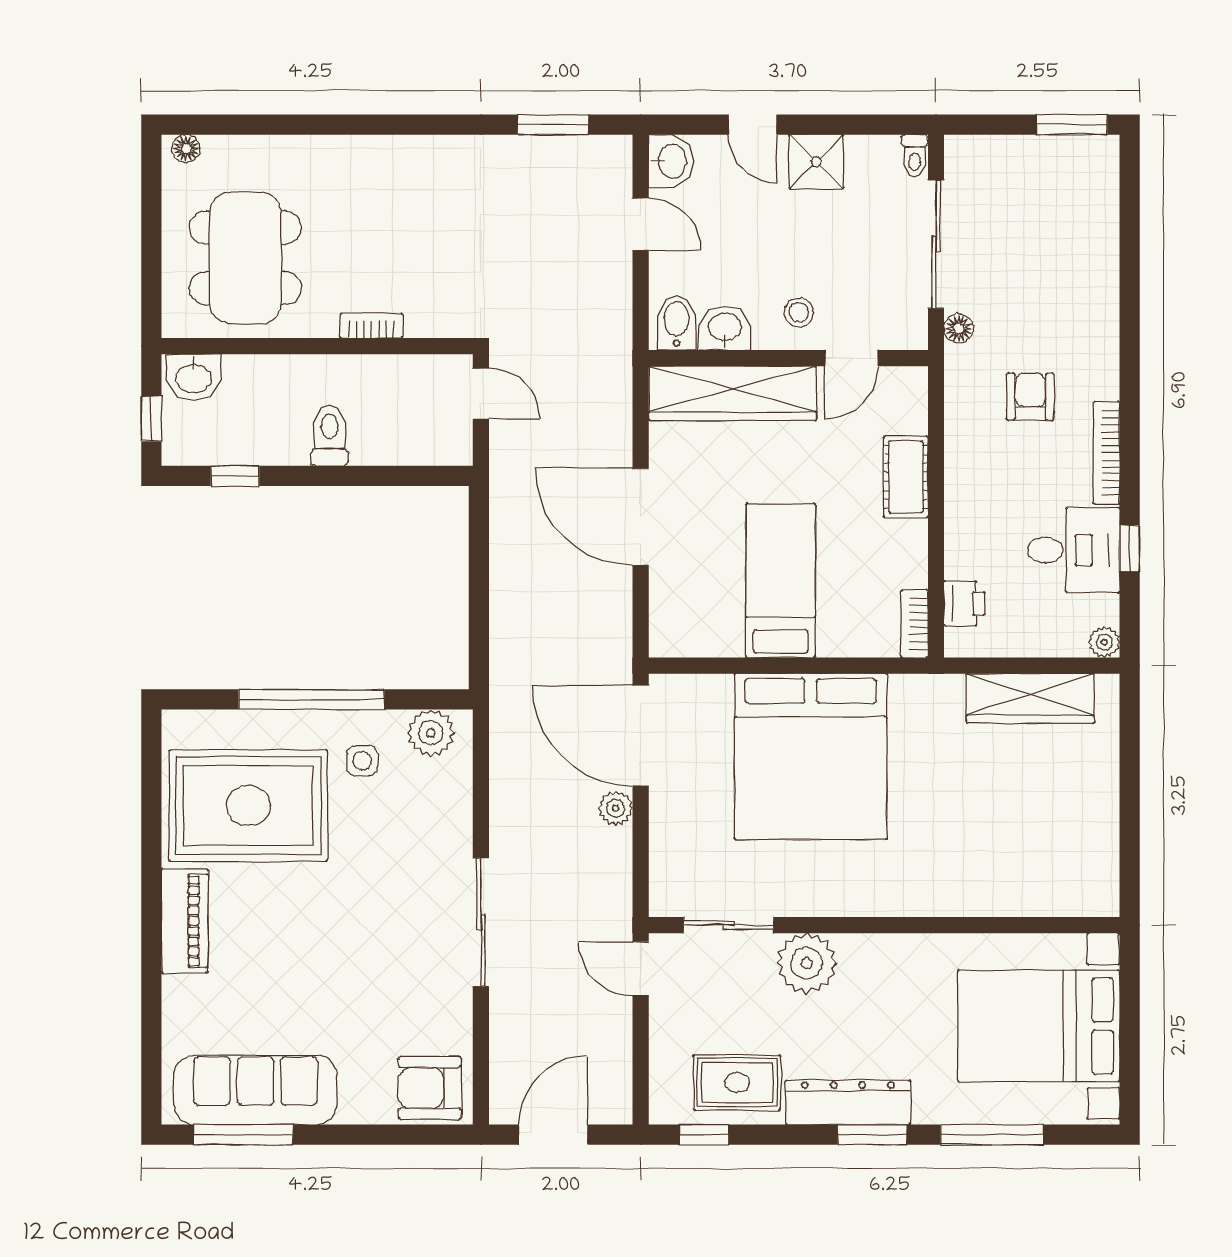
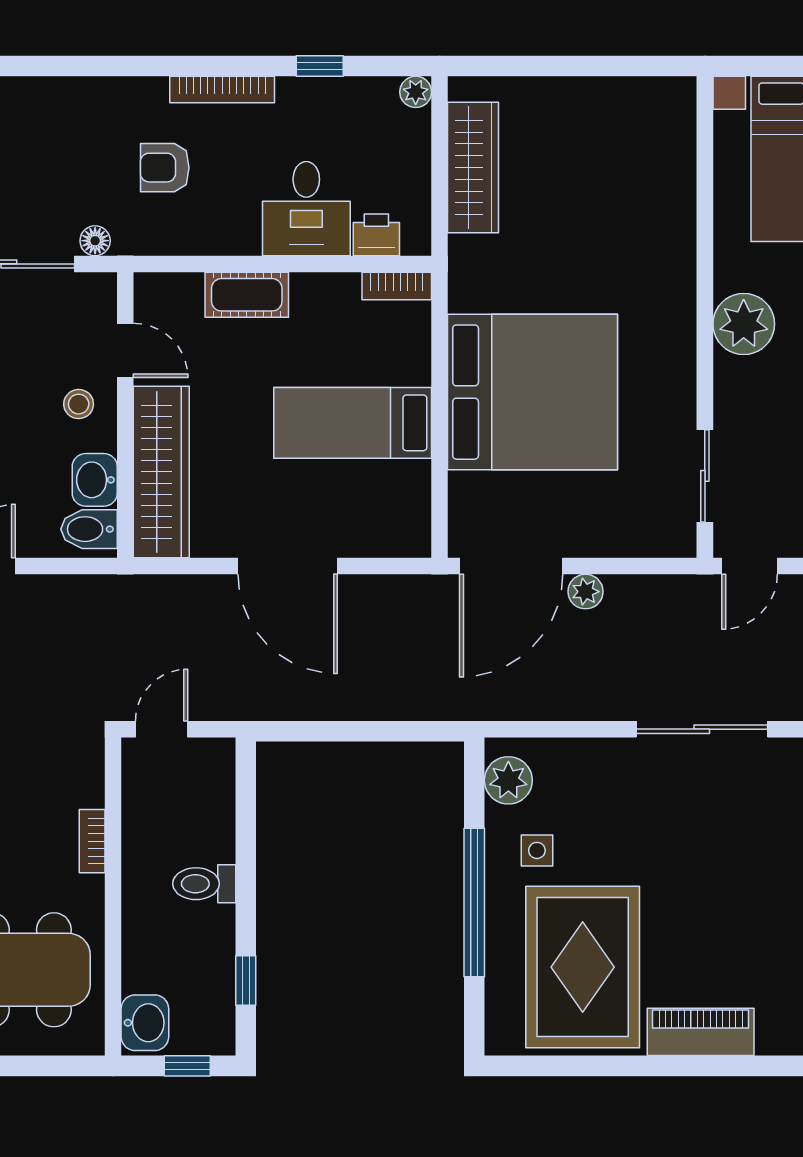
door: (641, 517) -> (288, 566), hinge flipped
desk: (1074, 550) -> (306, 209), moved, turned 180
plant: (807, 963) -> (744, 324), moved

